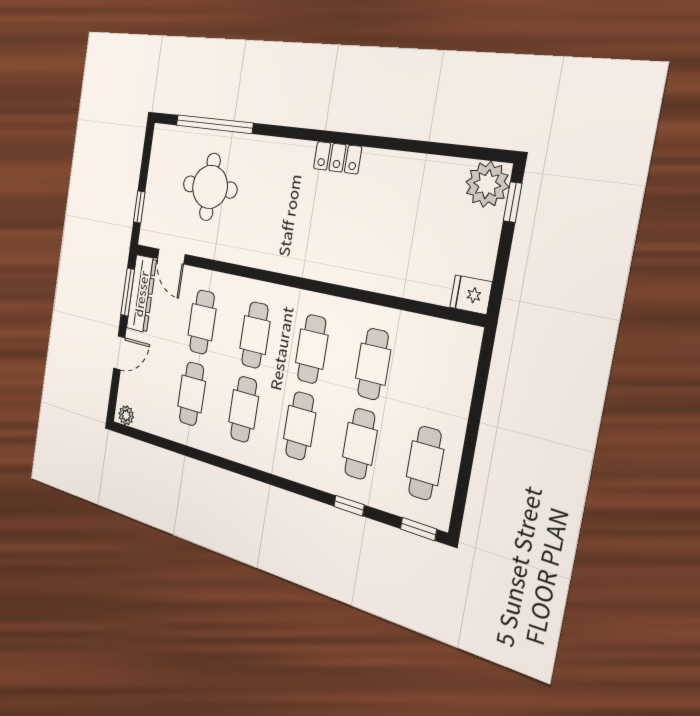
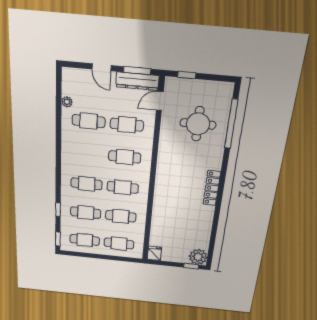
locker: (337, 158) -> (212, 188), width x1.53
cafe table: (244, 409) -> (119, 244), moved
plant: (126, 415) -> (67, 102), moved

